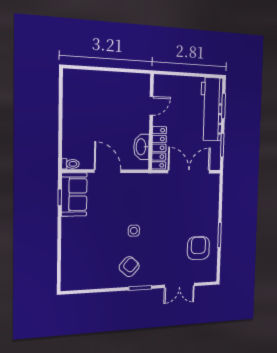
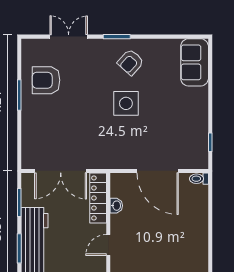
washbasin: (141, 147) -> (116, 206), width x0.52, depth x0.69
door: (108, 171) -> (158, 171), width x1.36
sofa: (74, 195) -> (195, 62), moved
side table: (134, 231) -> (126, 103), width x1.87, depth x1.87
armchair: (198, 248) -> (46, 80), turned 90

